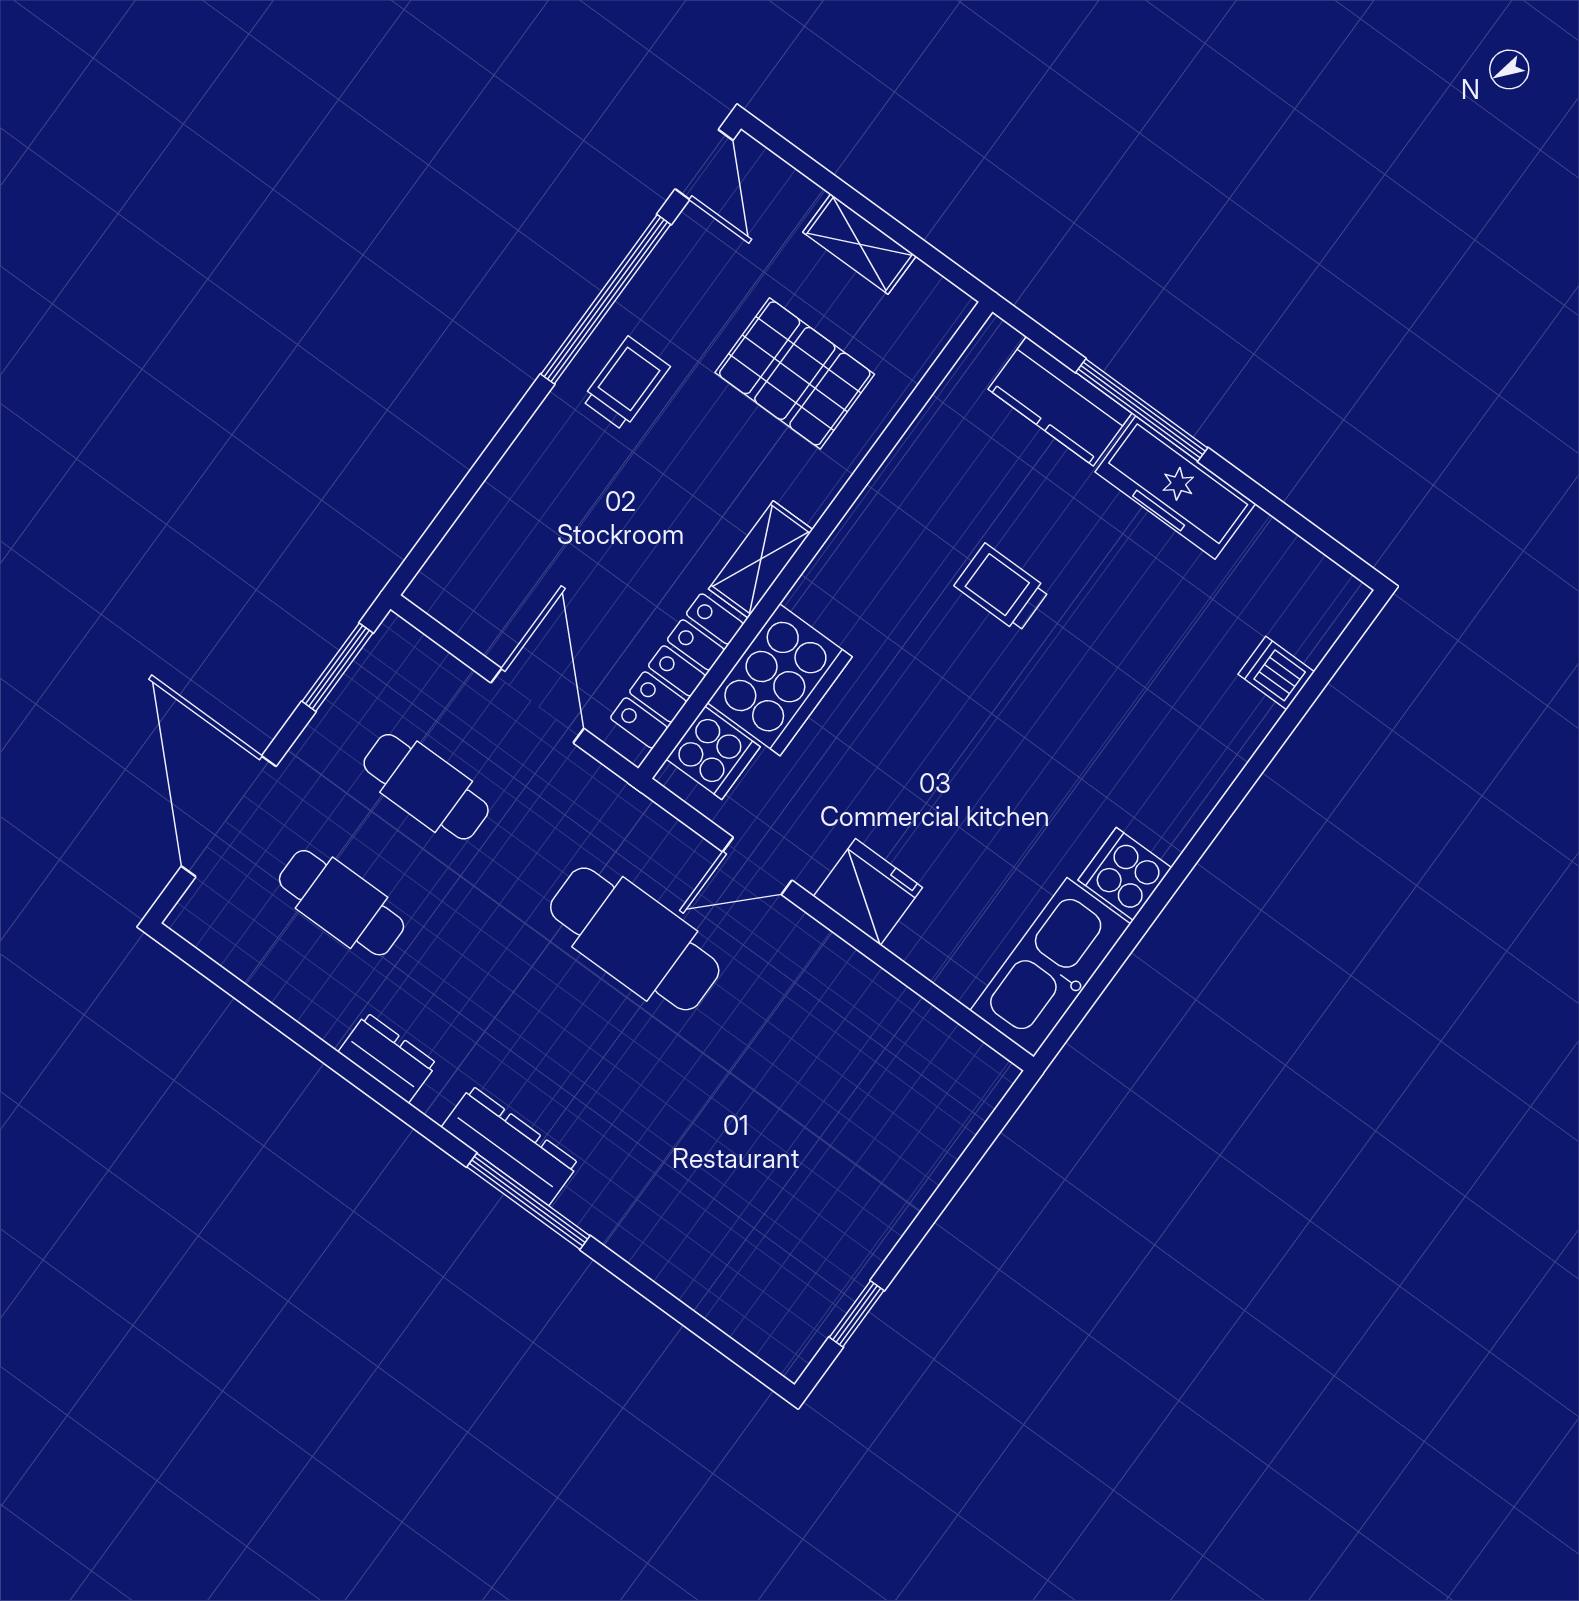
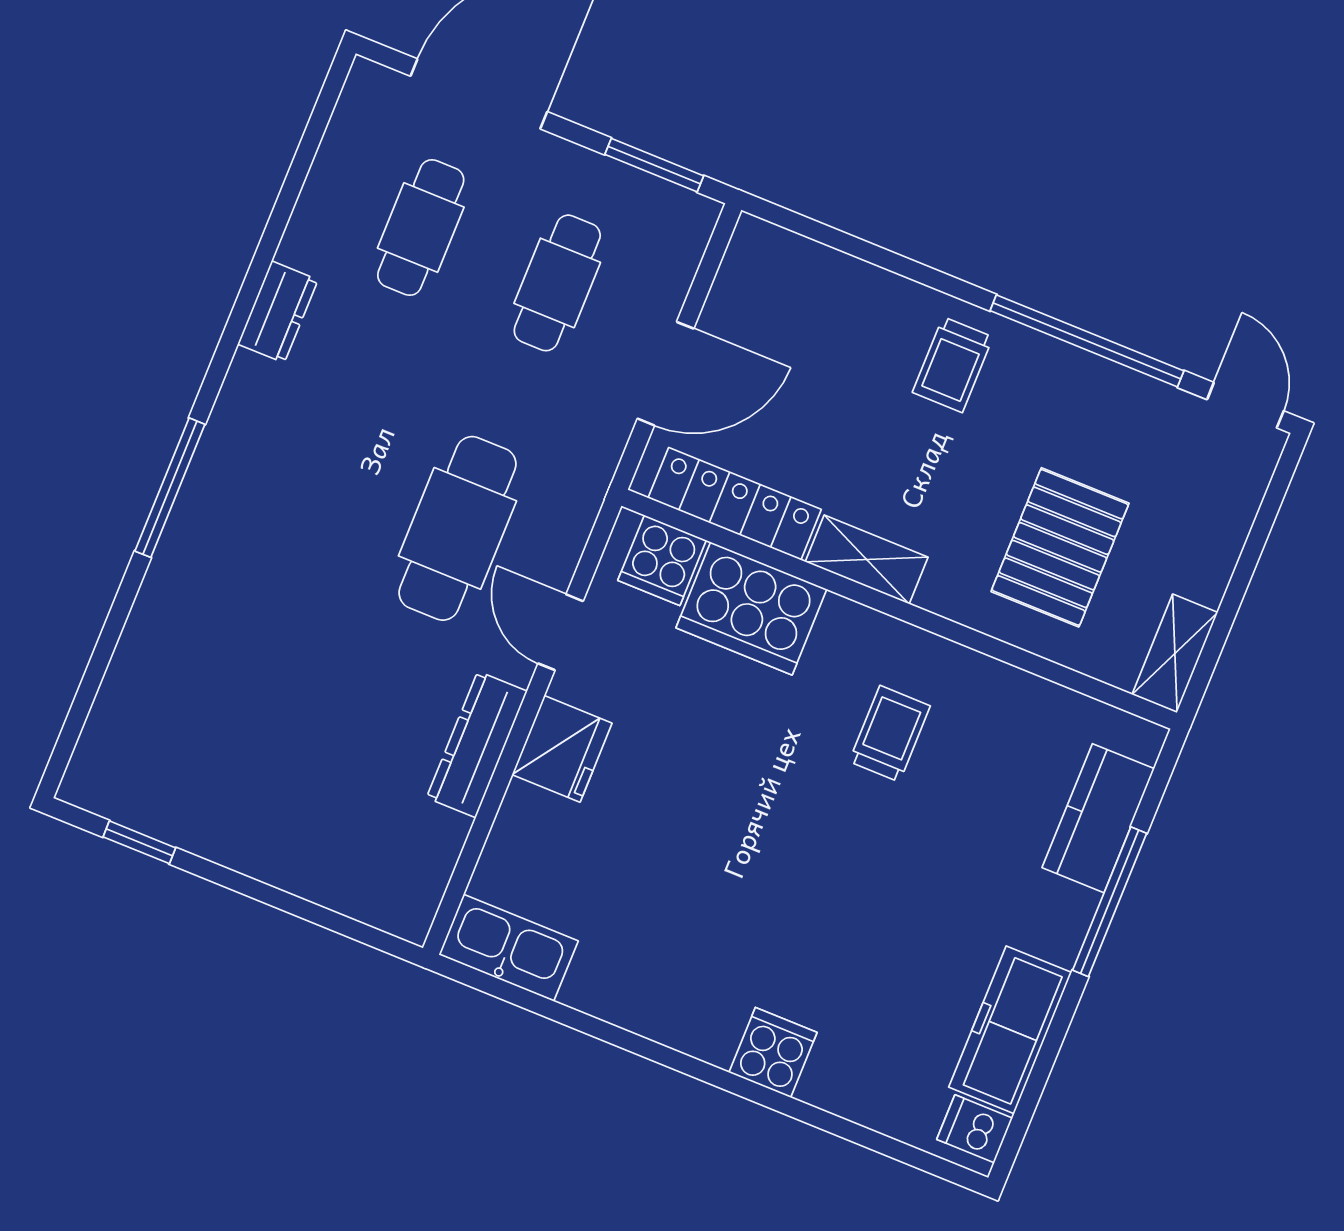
door: (704, 165) -> (1245, 405), swing flipped
shelving: (859, 244) -> (1175, 653), moved
trolley: (626, 383) -> (953, 365), moved, turned 90
freezer: (1175, 488) -> (1010, 1030), moved
trolley: (1002, 588) -> (890, 734), moved
dishwasher: (1276, 673) -> (975, 1129), moved, turned -90
cooker: (1125, 874) -> (773, 1052), moved
kitchen sink: (1050, 967) -> (509, 948), width x0.73, depth x0.81
dresser: (510, 1145) -> (477, 744), moved, turned 180

